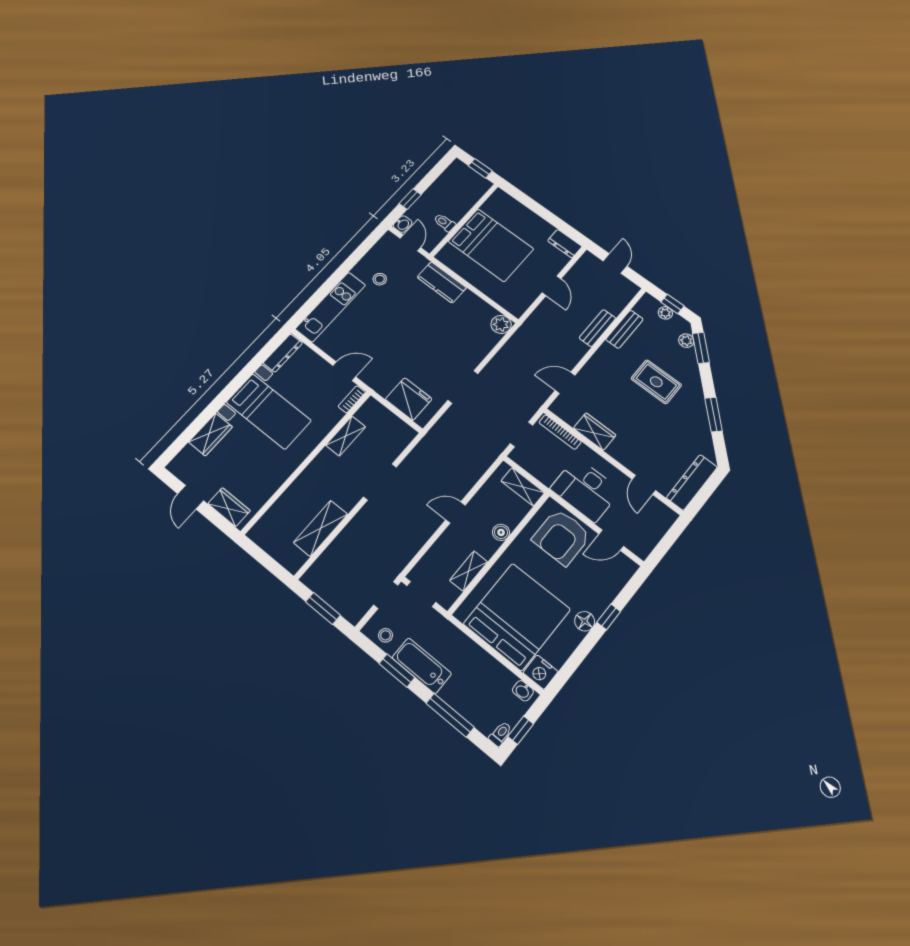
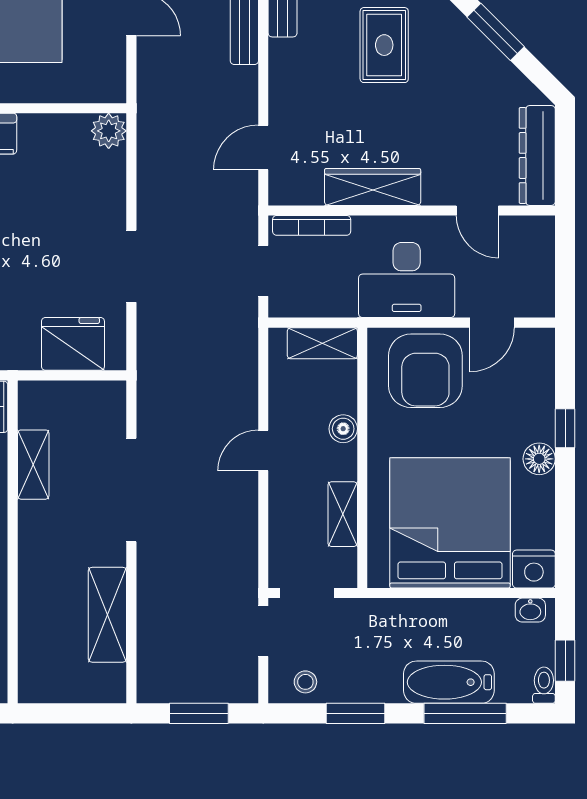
rug: (656, 382) -> (384, 45), turned 90
wardrobe: (595, 432) -> (373, 187), width x1.50
doorway: (380, 482) -> (131, 490), width x1.36
bathtub: (422, 666) -> (449, 682), moved

